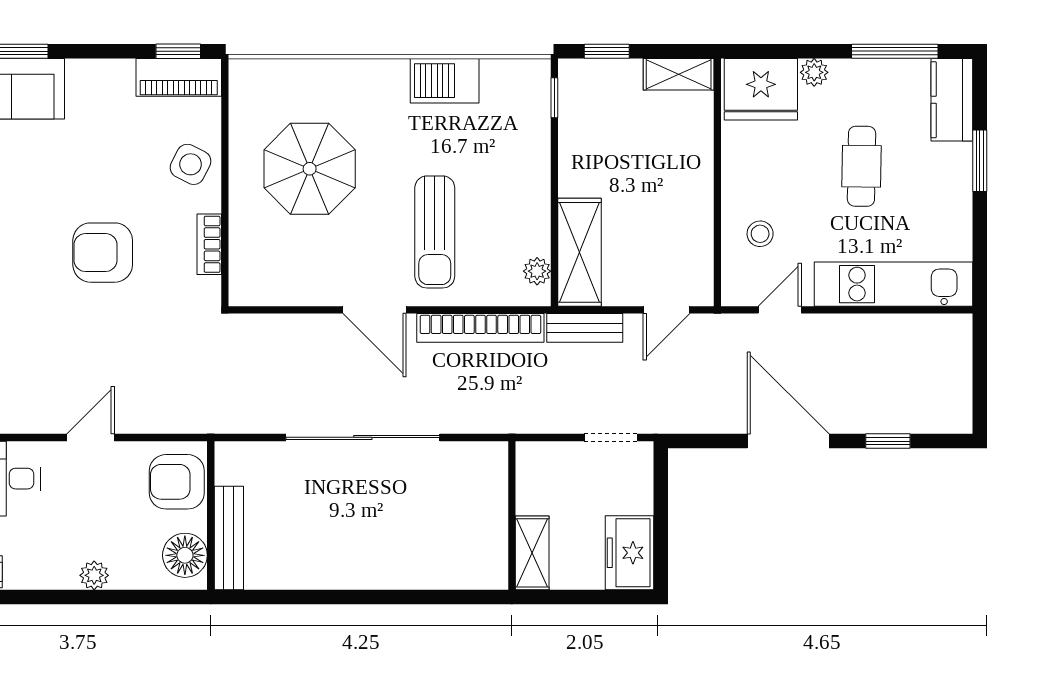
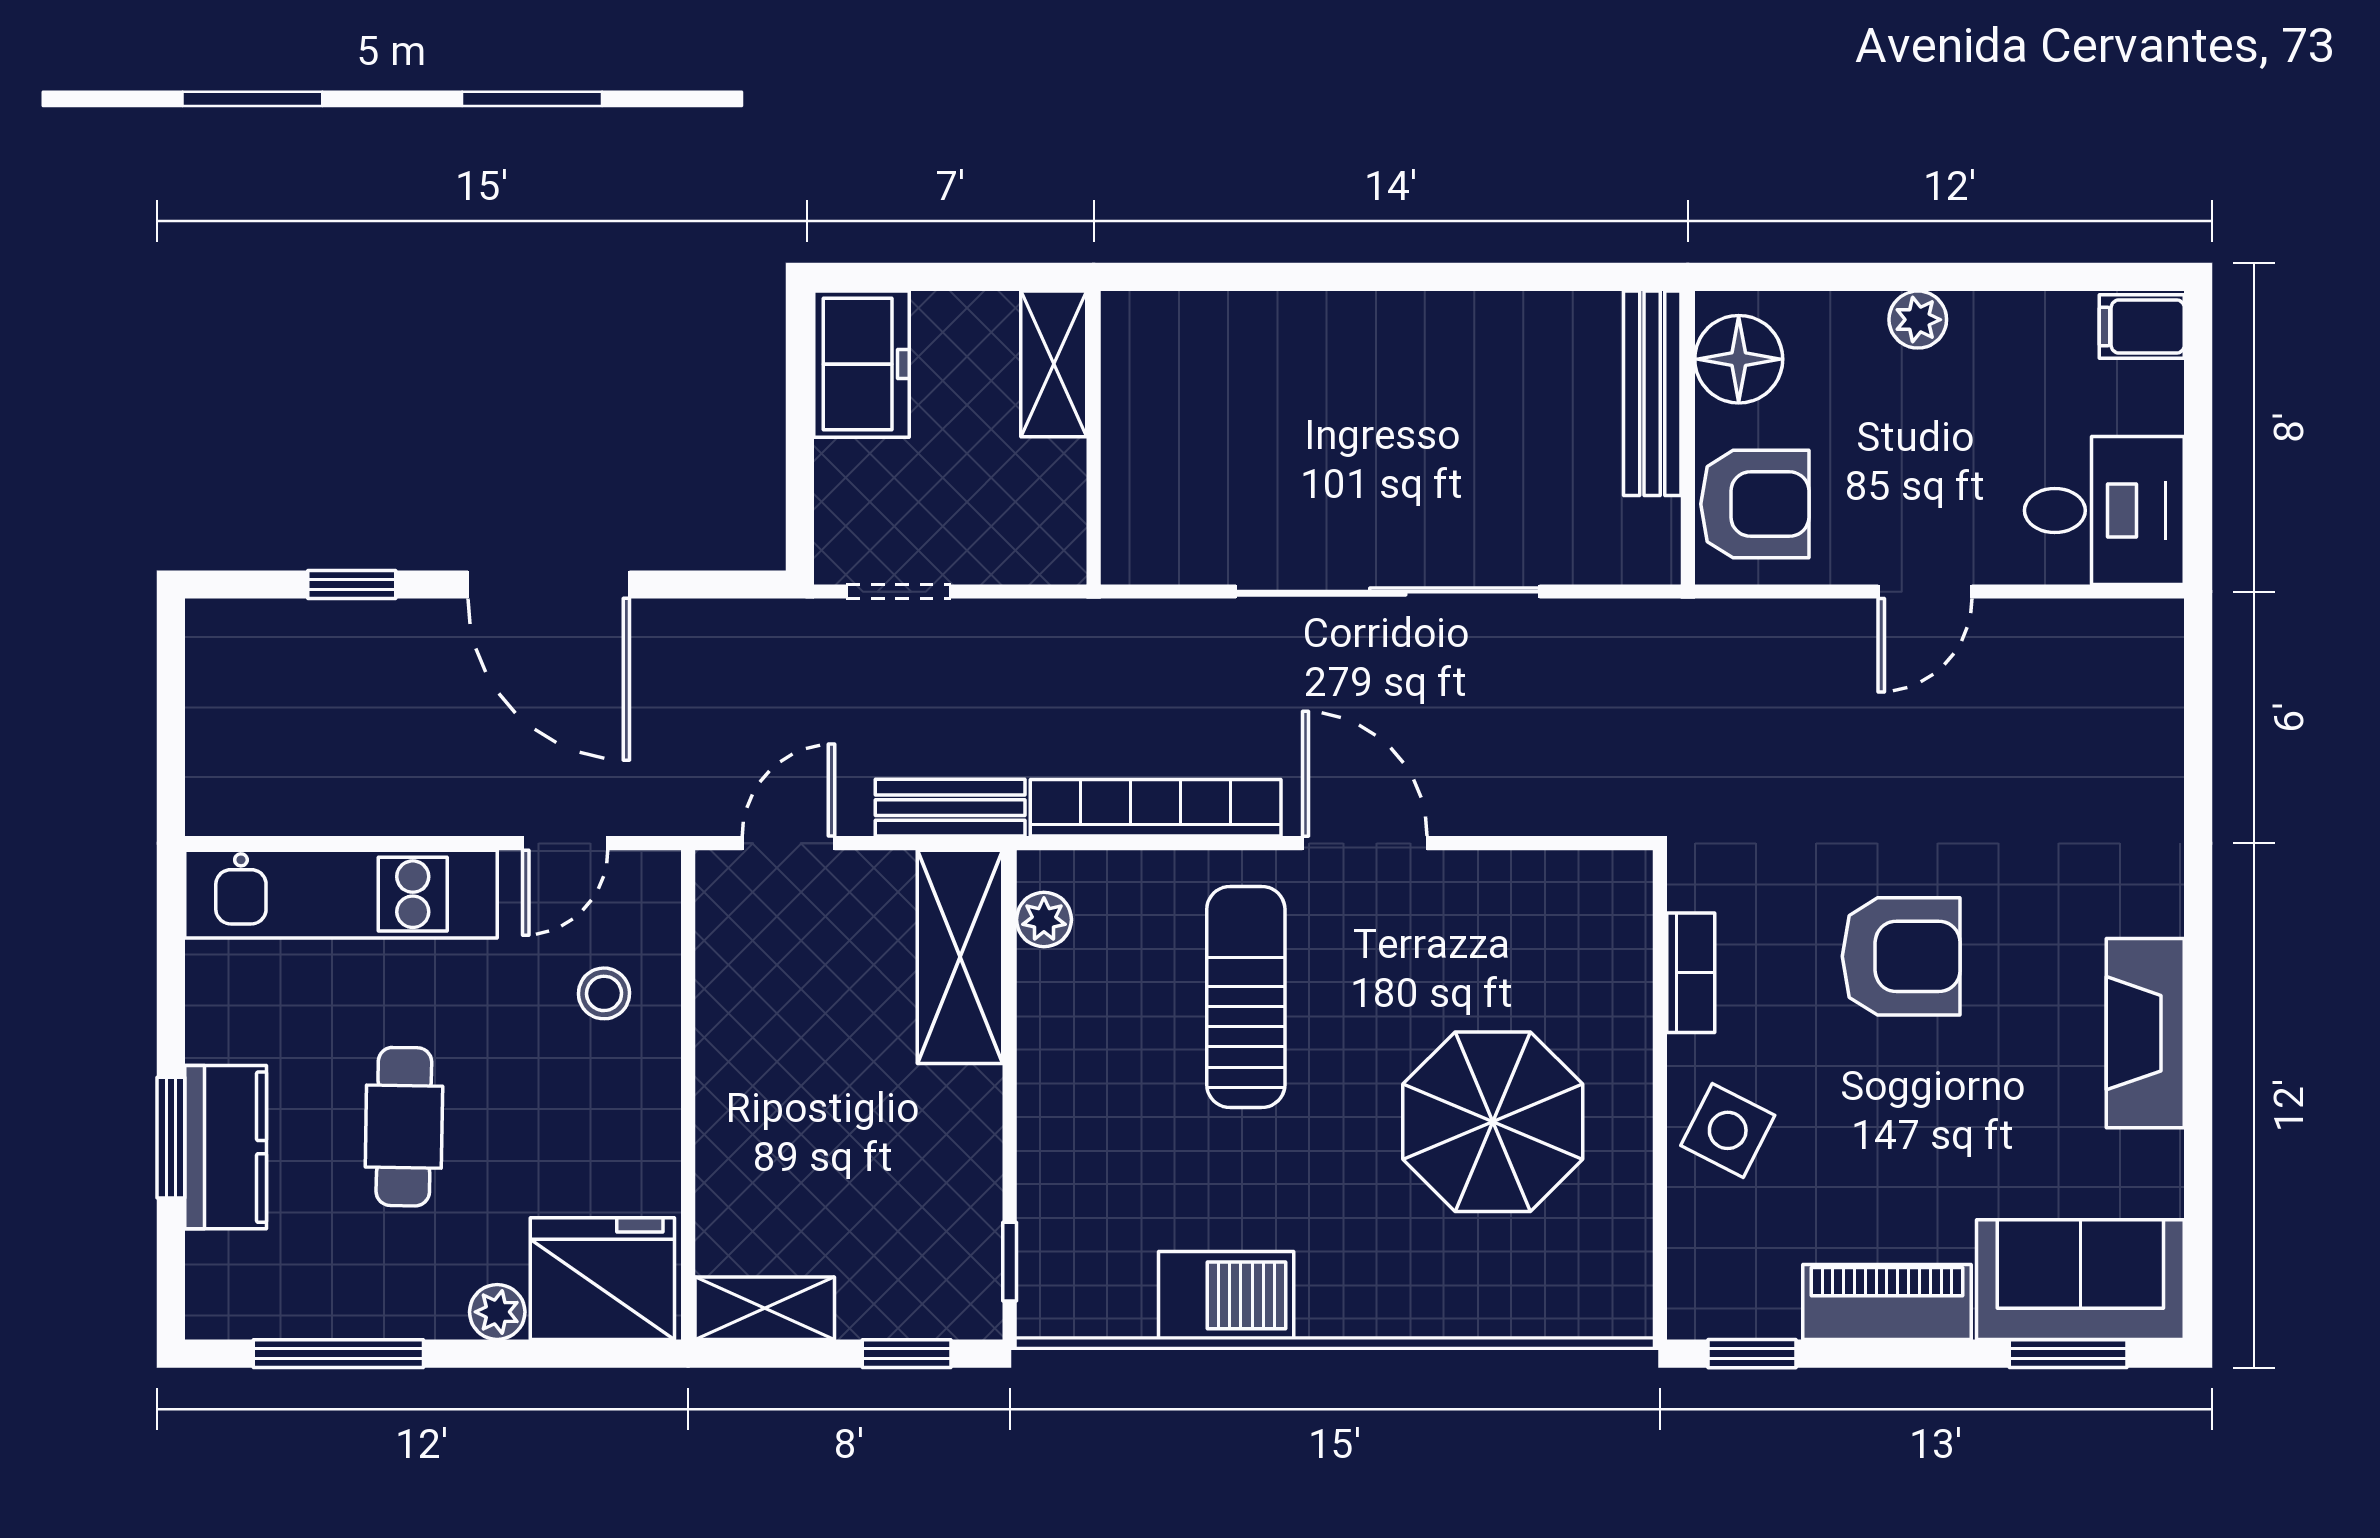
piano: (179, 77) -> (1887, 1302), moved
kitchen counter: (952, 100) -> (226, 1147), moved

